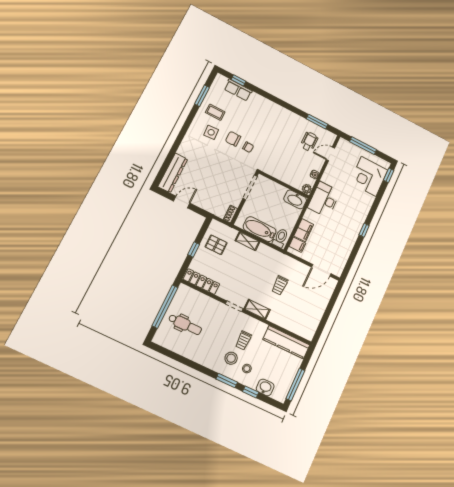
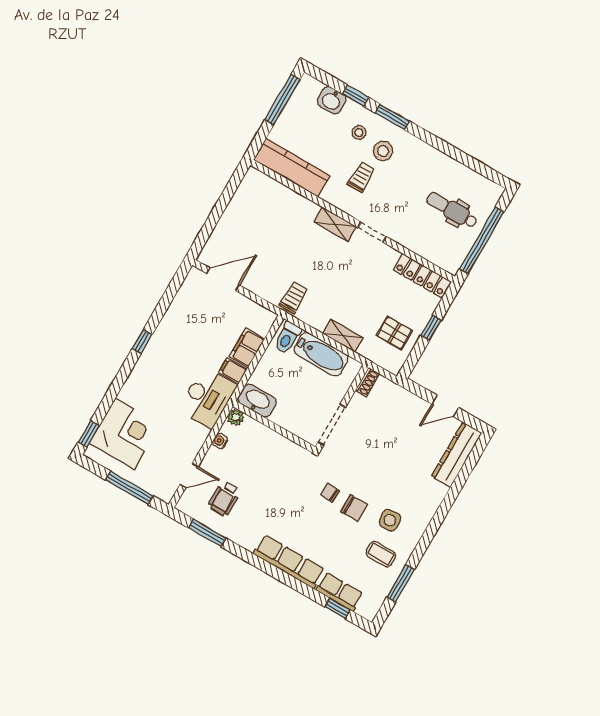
row of seats: (269, 107) -> (289, 561), added
filing cabinet: (297, 245) -> (233, 371), moved
trolley: (280, 285) -> (294, 298), moved

